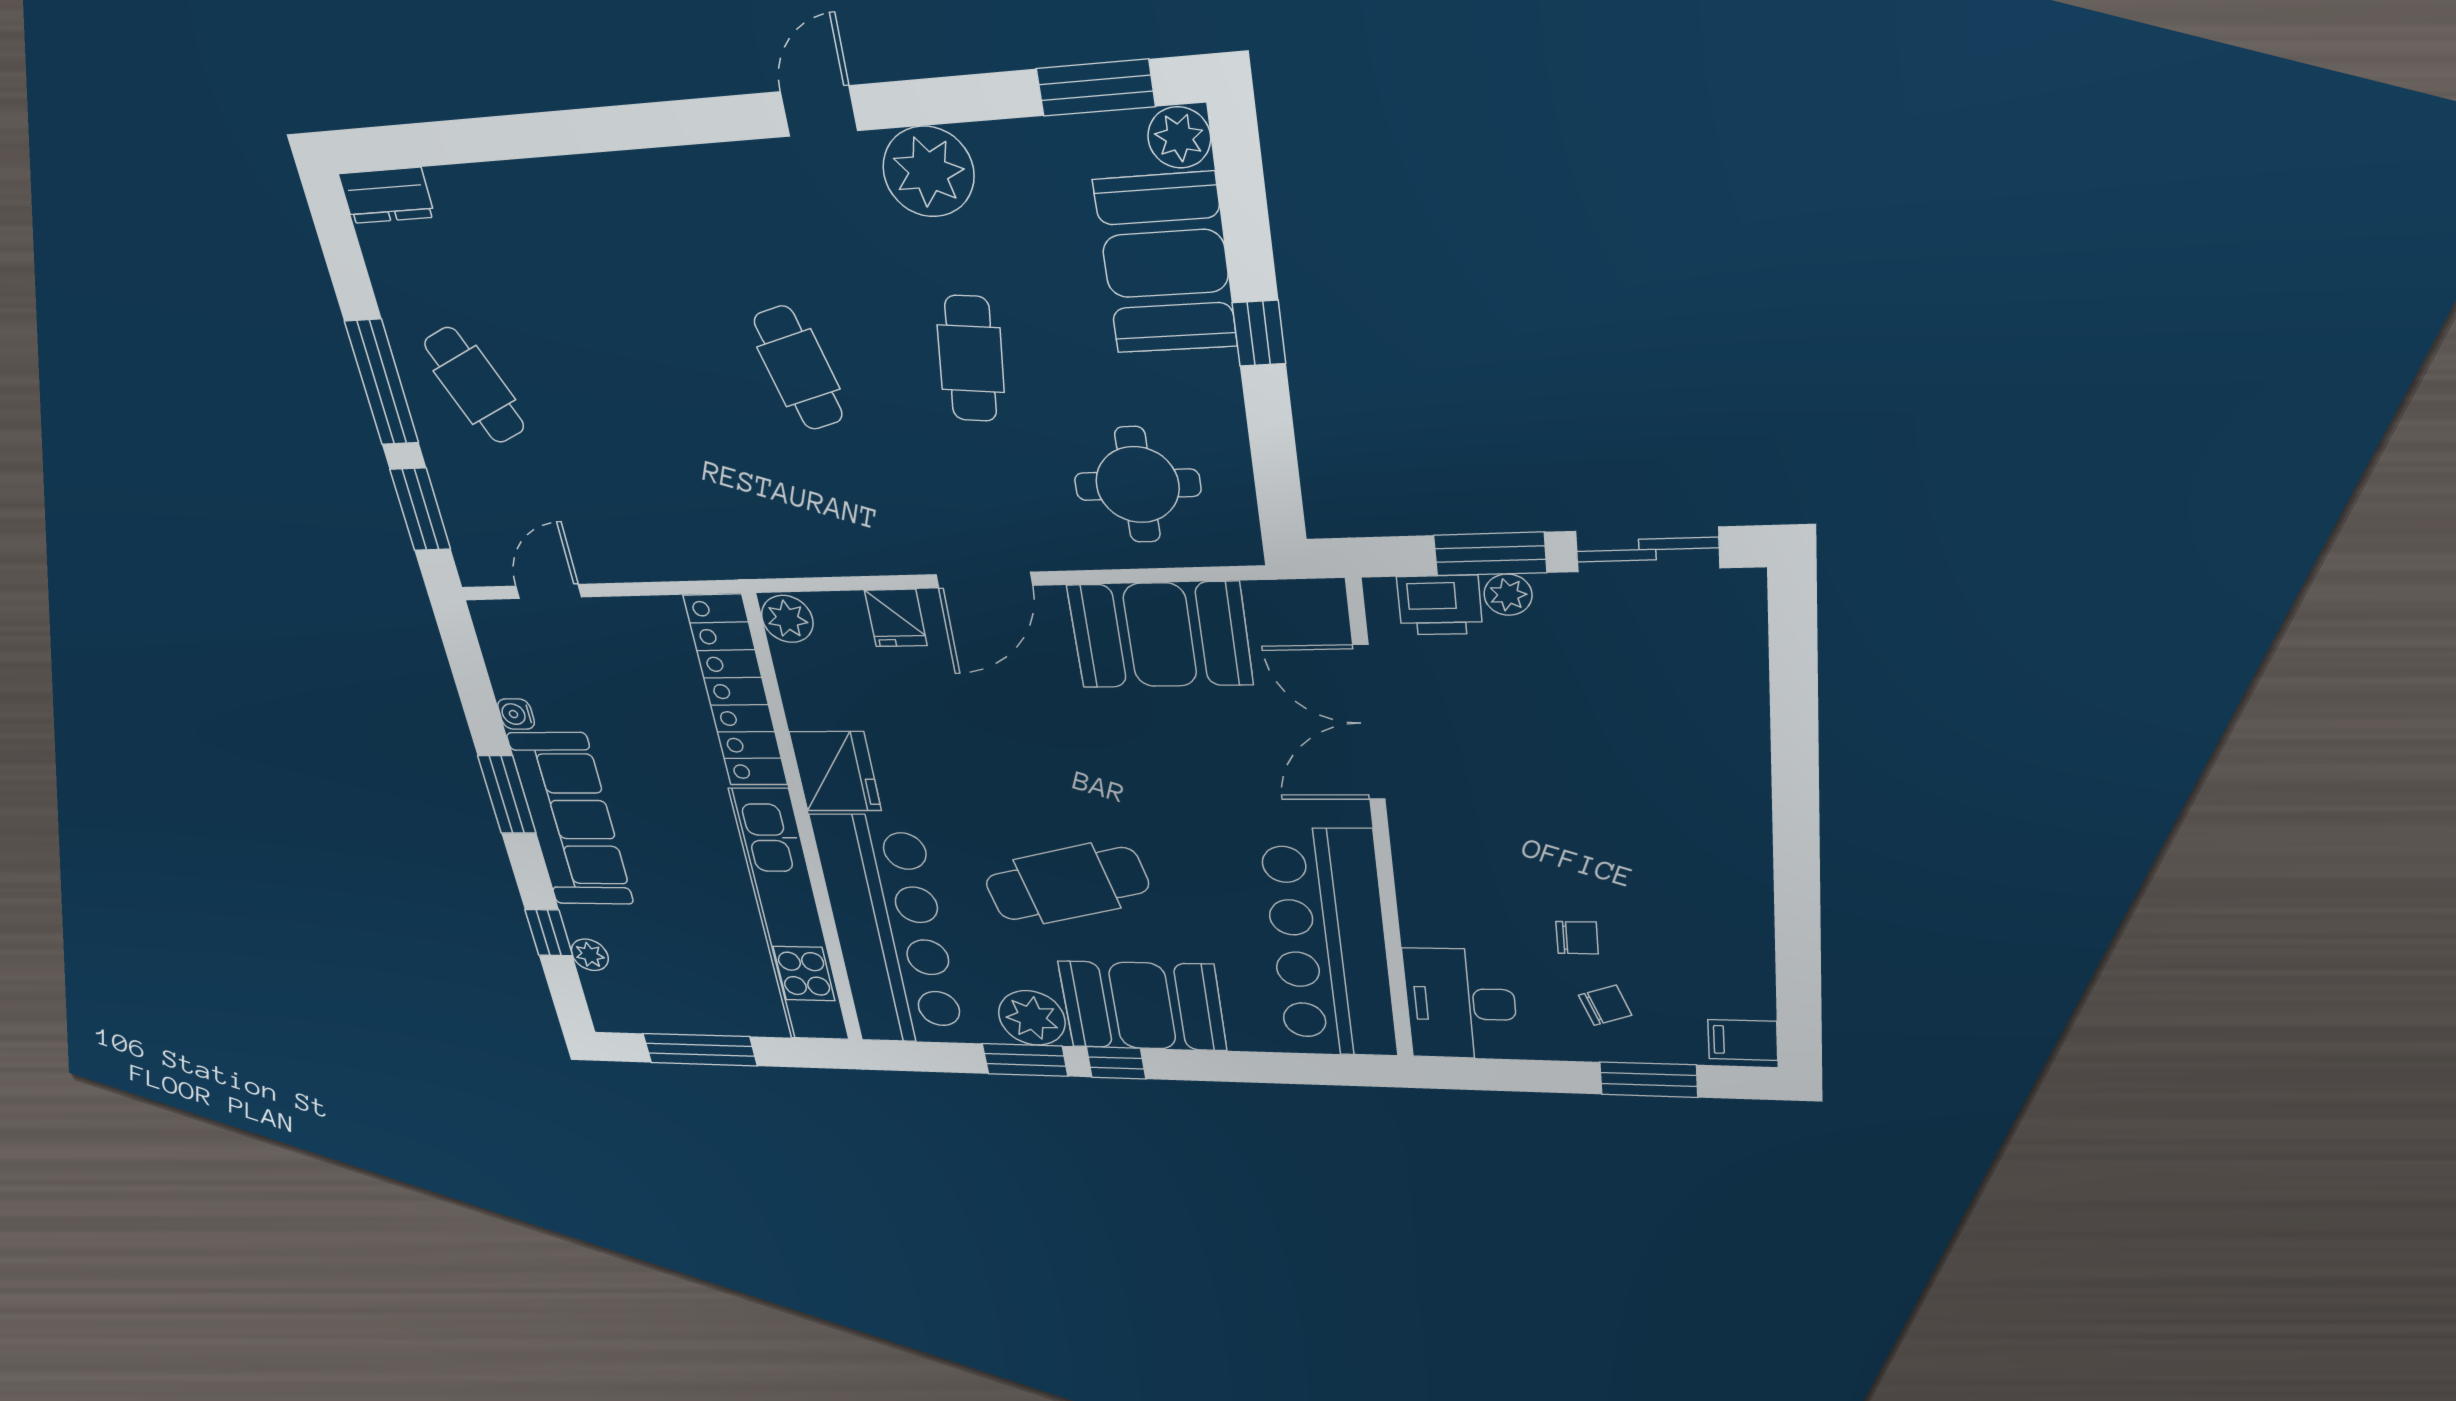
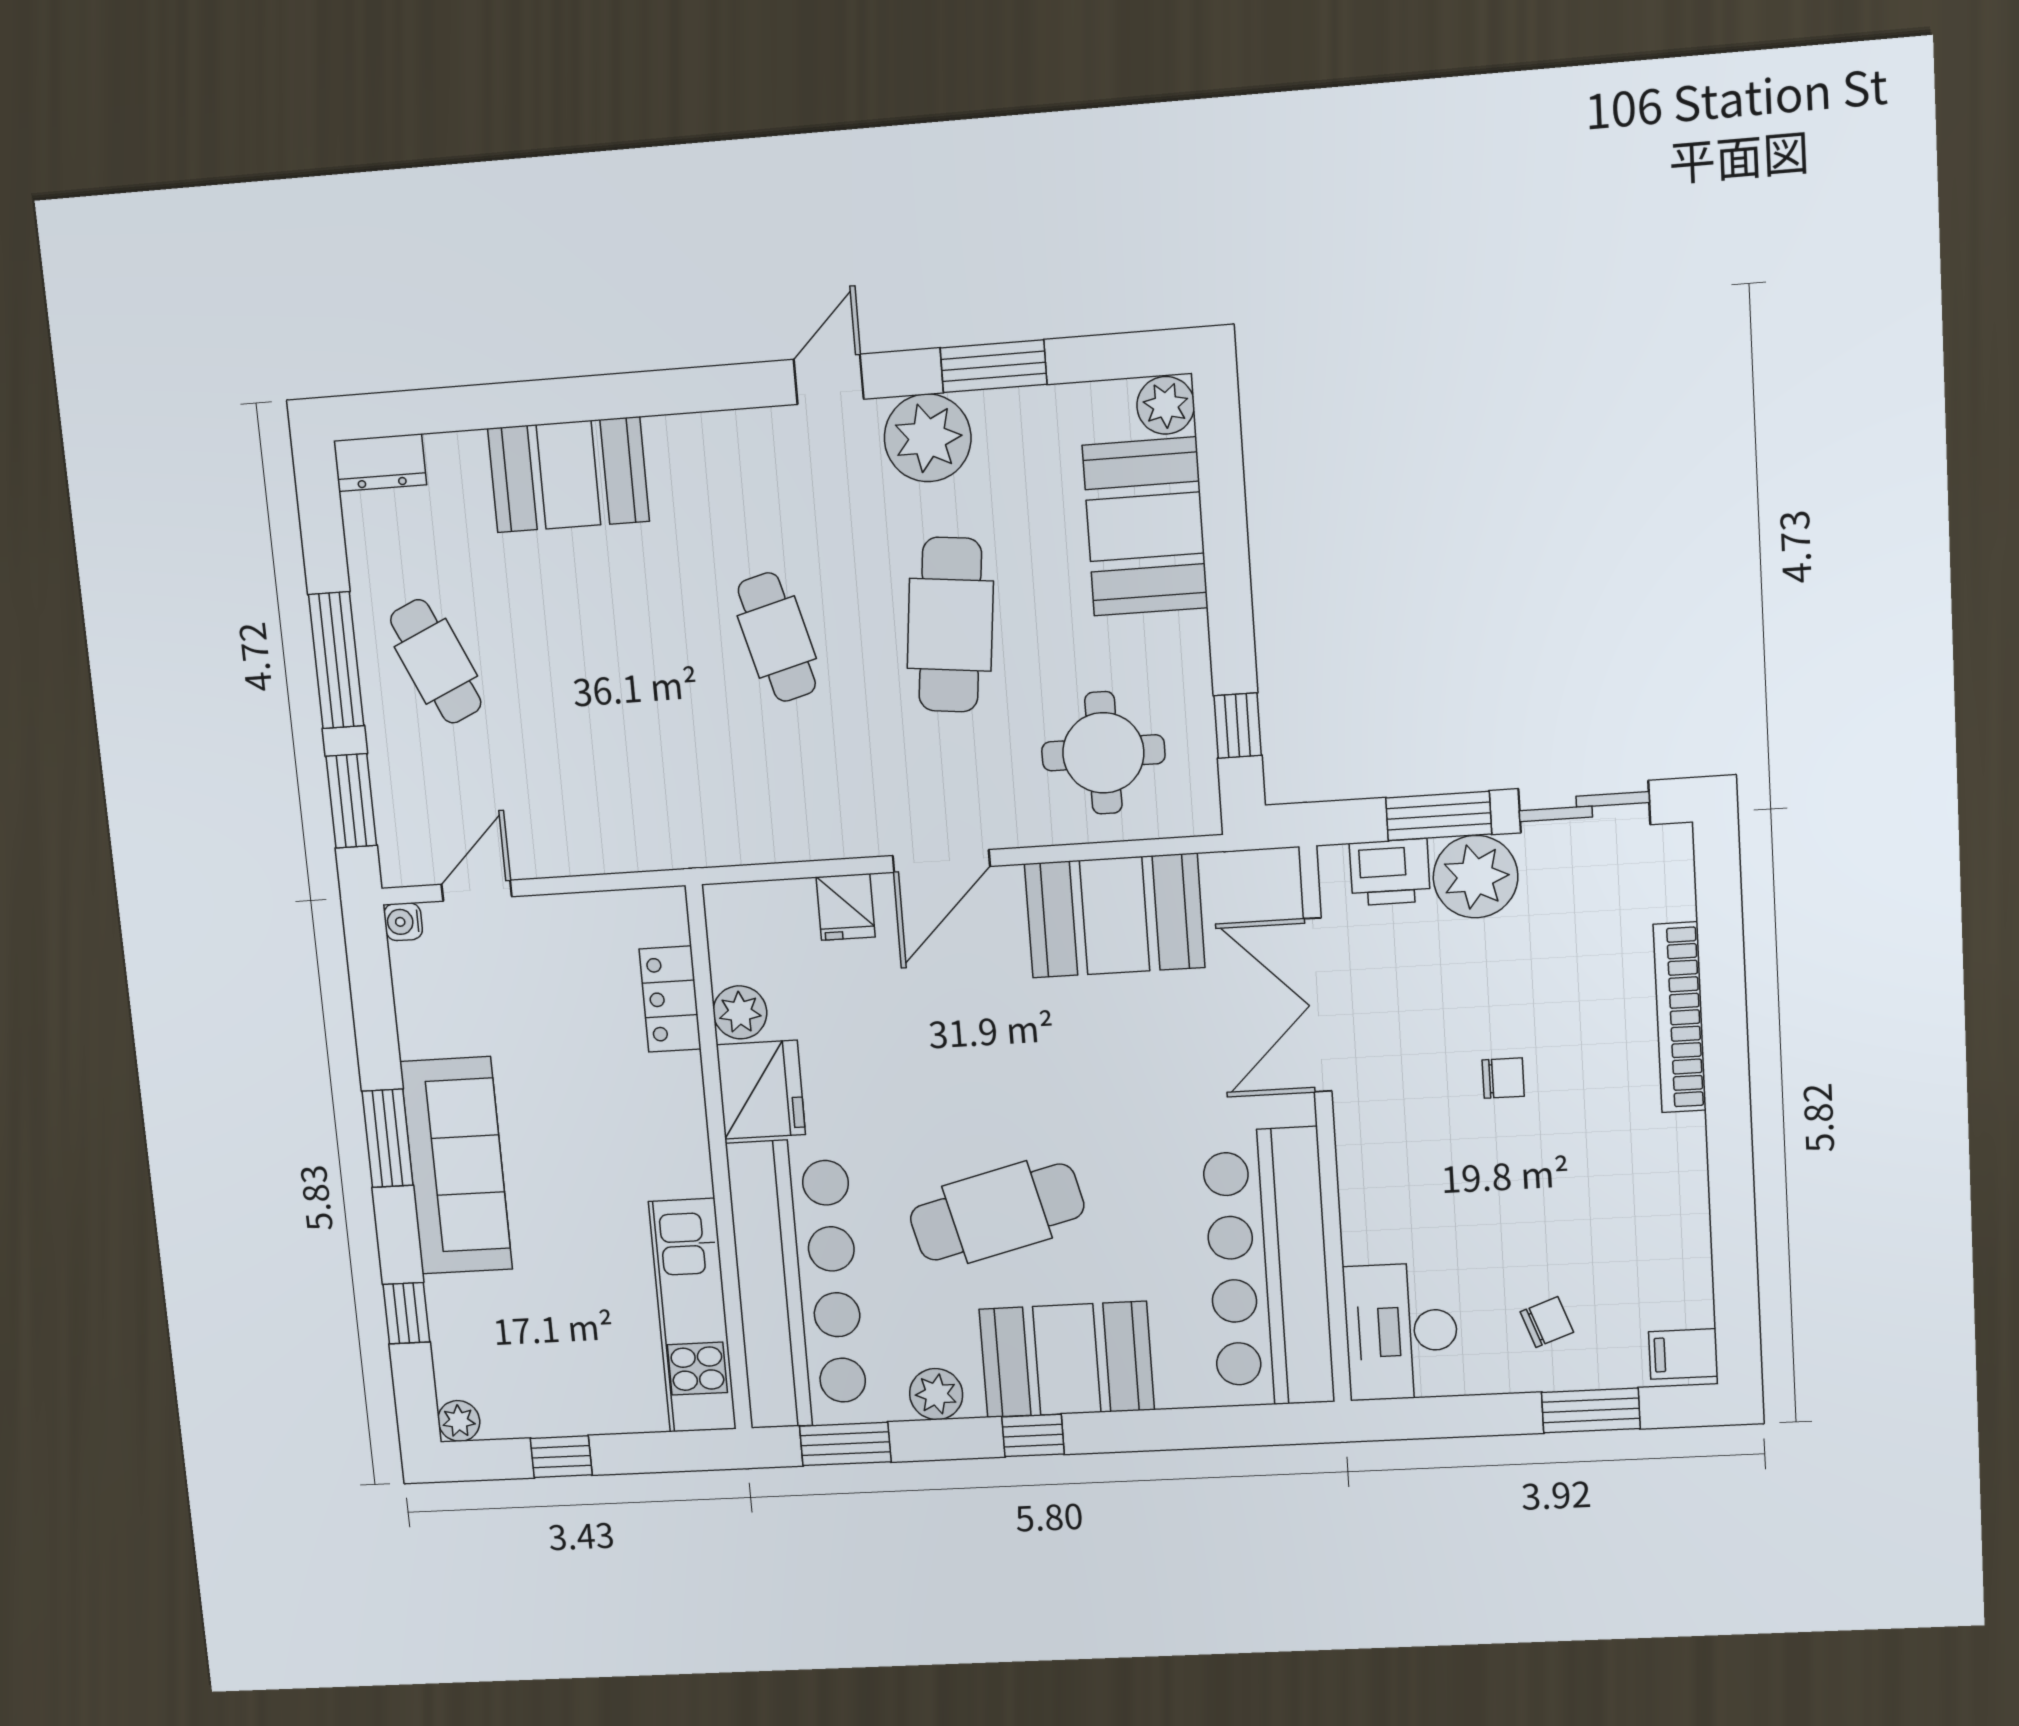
window: (1096, 88) -> (993, 366), moved
booth: (571, 208) -> (568, 475), added
window: (1259, 333) -> (1238, 726), moved
cafe table: (971, 359) -> (950, 625), width x1.37, depth x1.35
plant: (1508, 595) -> (1476, 877), width x1.88, depth x1.88
plant: (787, 619) -> (740, 1012), moved
locker: (736, 691) -> (670, 999), width x0.46, depth x0.83
water cooler: (516, 714) -> (403, 922), moved
bookcase: (1747, 750) -> (1680, 1018), added
kitchen unit: (790, 917) -> (692, 1316), width x0.73
chair: (1577, 938) -> (1503, 1078), moved
plant: (590, 955) -> (459, 1421), moved
plant: (1032, 1018) -> (936, 1394), width x0.73, depth x0.73
window: (700, 1050) -> (561, 1457), width x0.46
window: (1025, 1060) -> (845, 1444), moved

